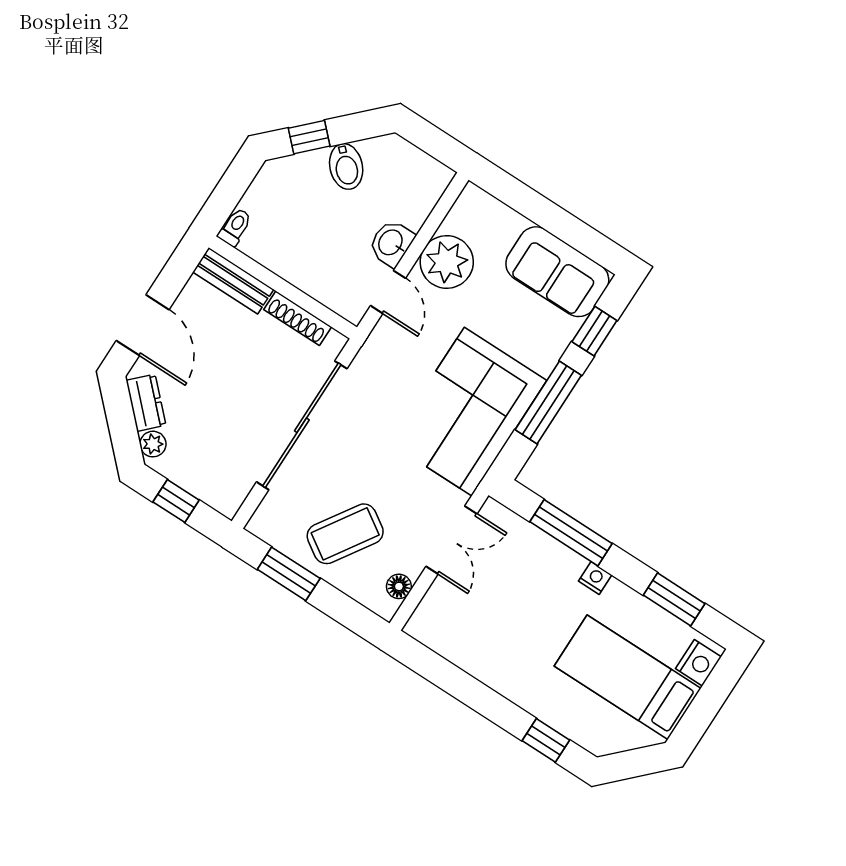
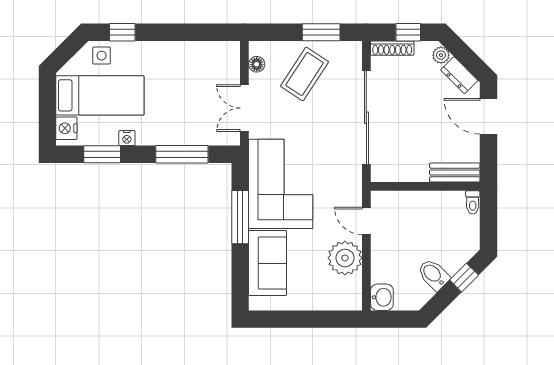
washbasin: (391, 243) -> (382, 297), moved
sofa: (557, 272) -> (268, 263), moved, turned 90
shoe rack: (298, 318) -> (392, 48), moved, turned 180
window: (594, 331) -> (240, 272), removed
nightstand: (595, 578) -> (127, 138), moved
side table: (592, 727) -> (102, 56), added

